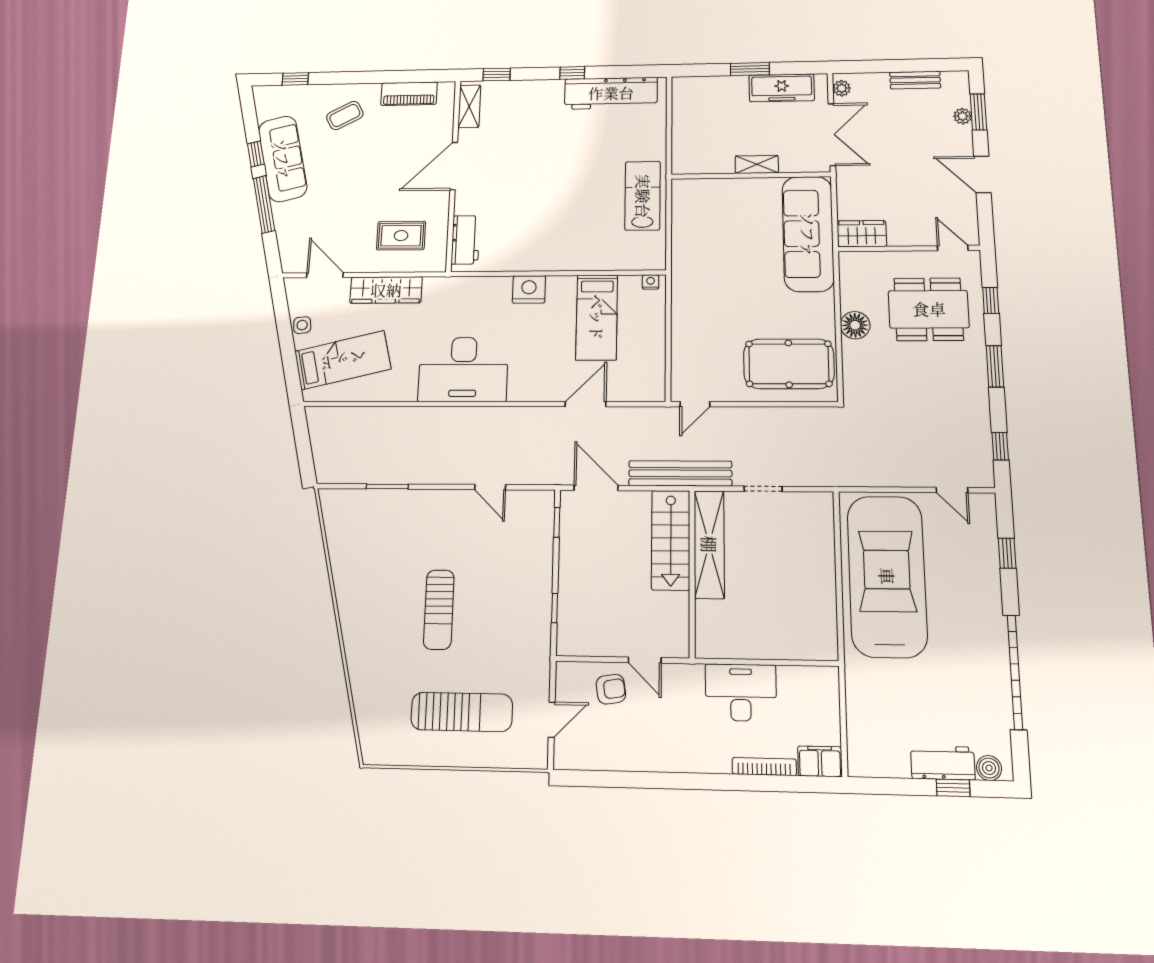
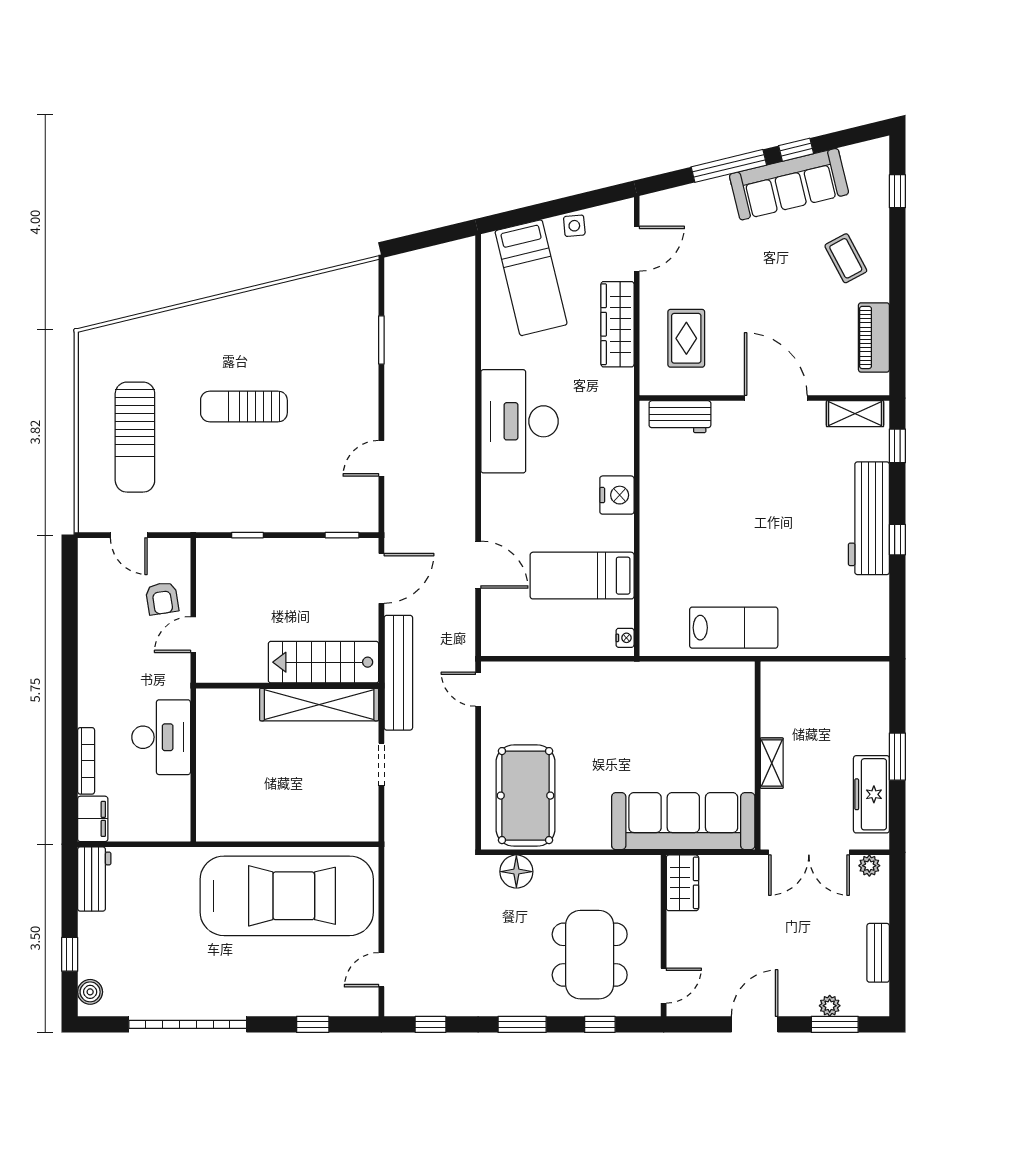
workbench: (611, 93) -> (869, 518), moved
floor lamp: (855, 325) -> (516, 872), moved
workbench: (943, 763) -> (94, 879), moved

